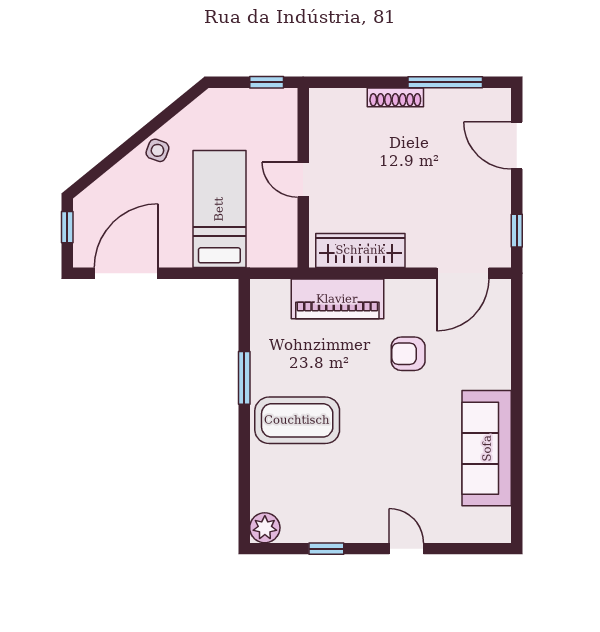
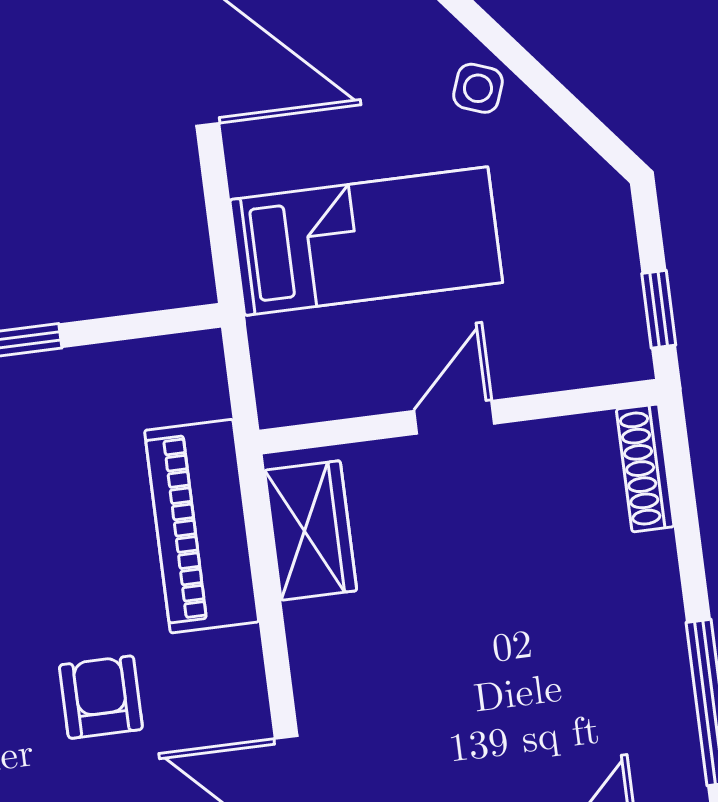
shoe rack: (395, 97) -> (645, 468), moved
wardrobe: (360, 250) -> (311, 530), width x0.67

